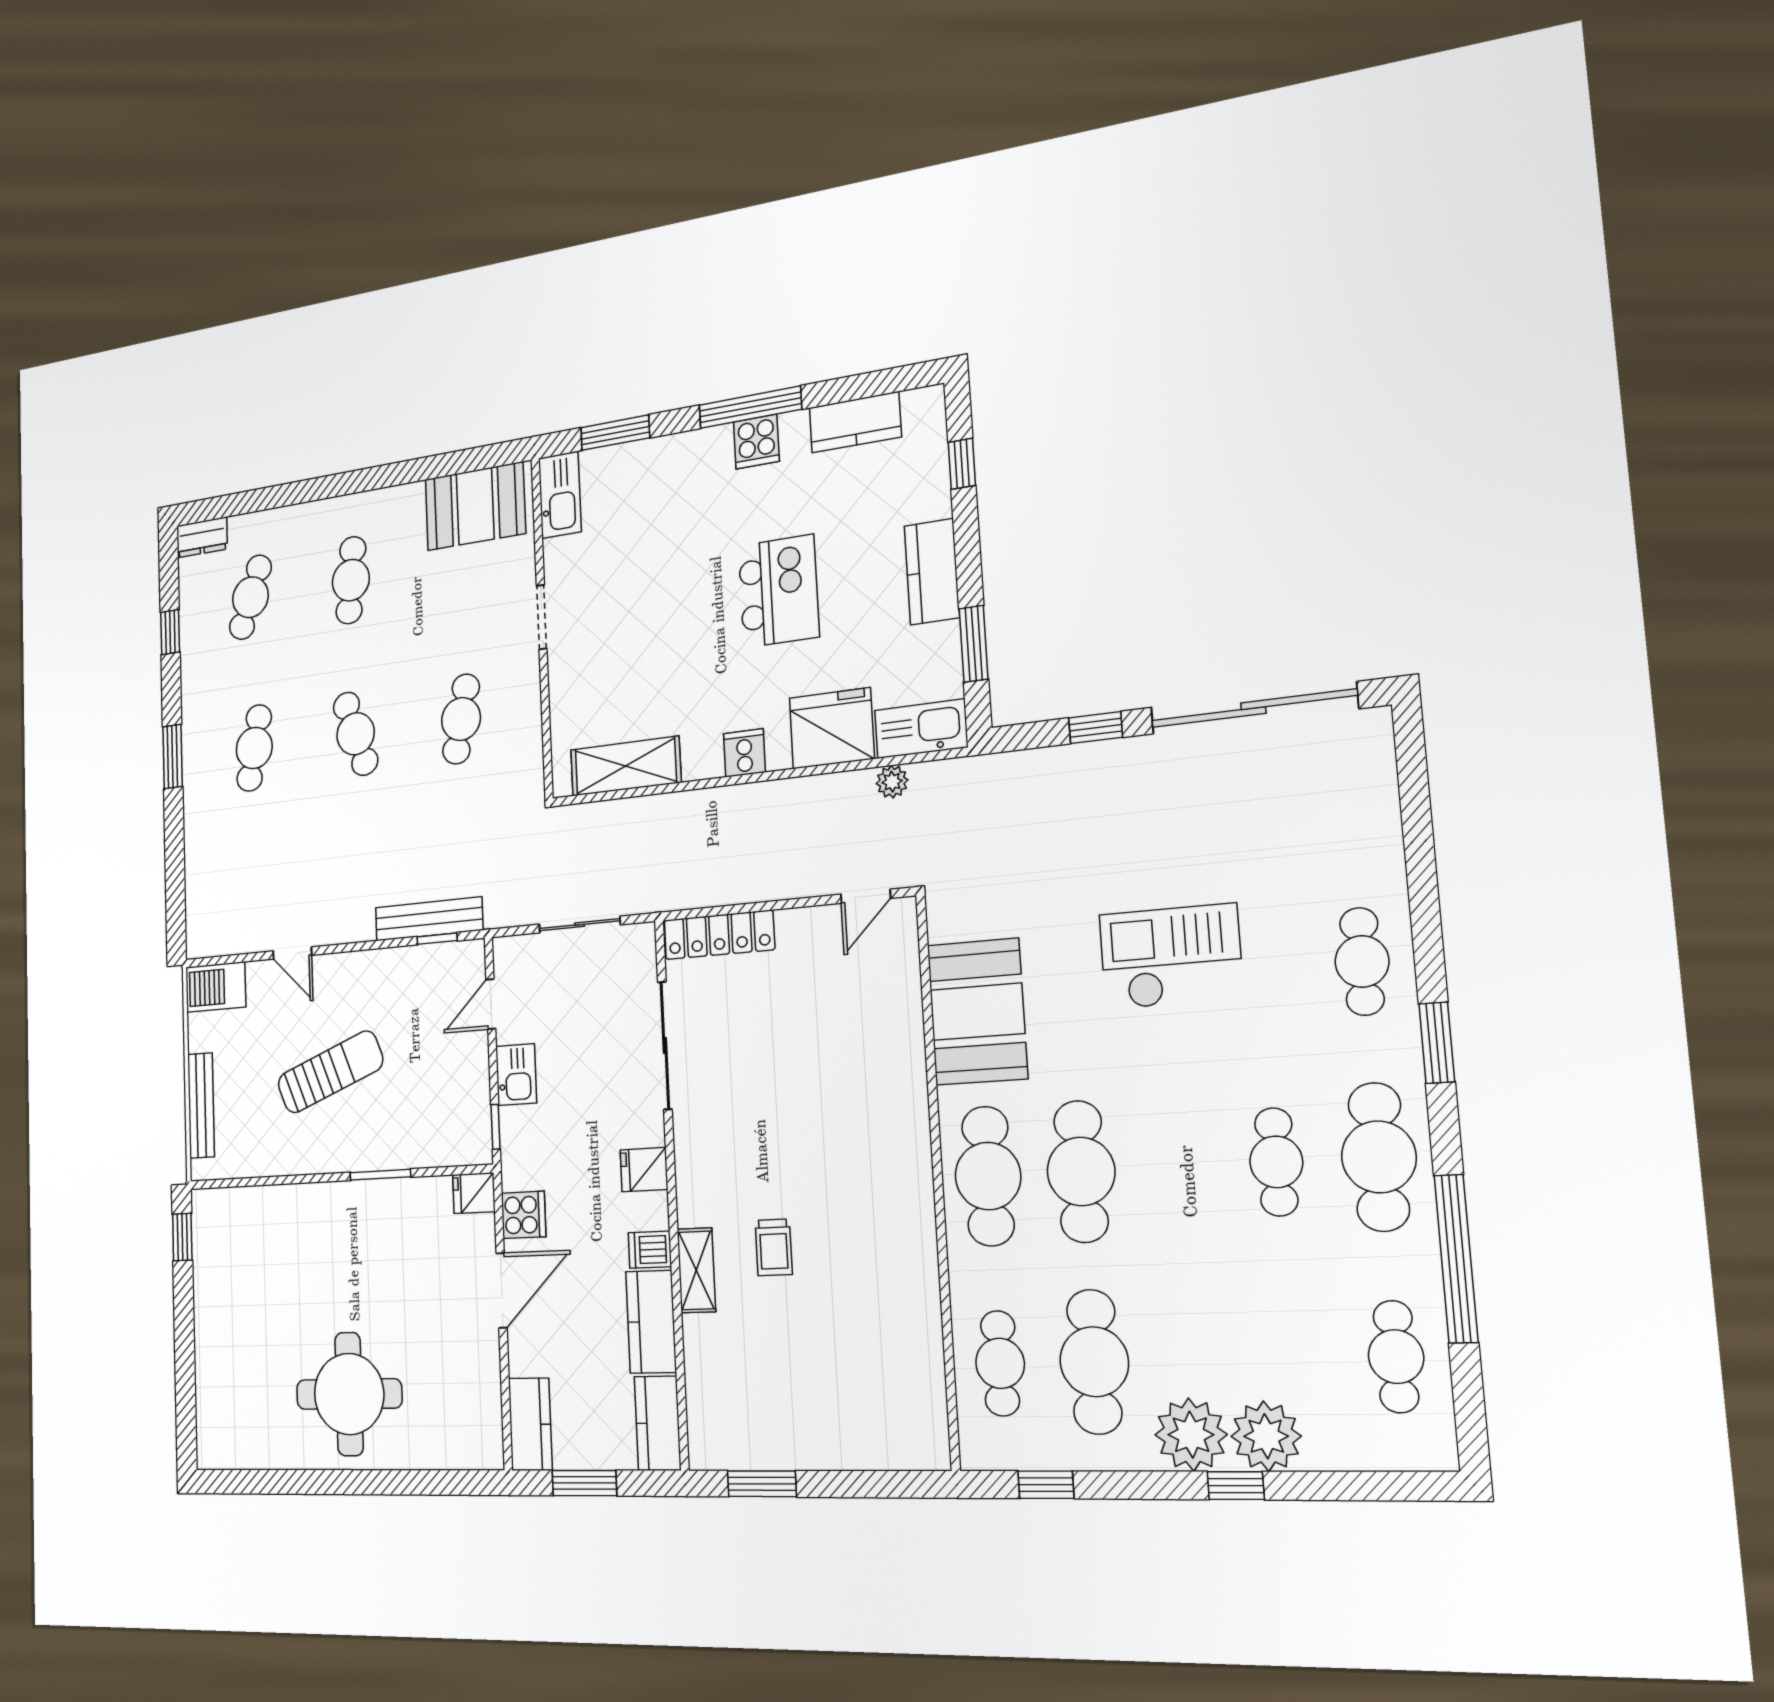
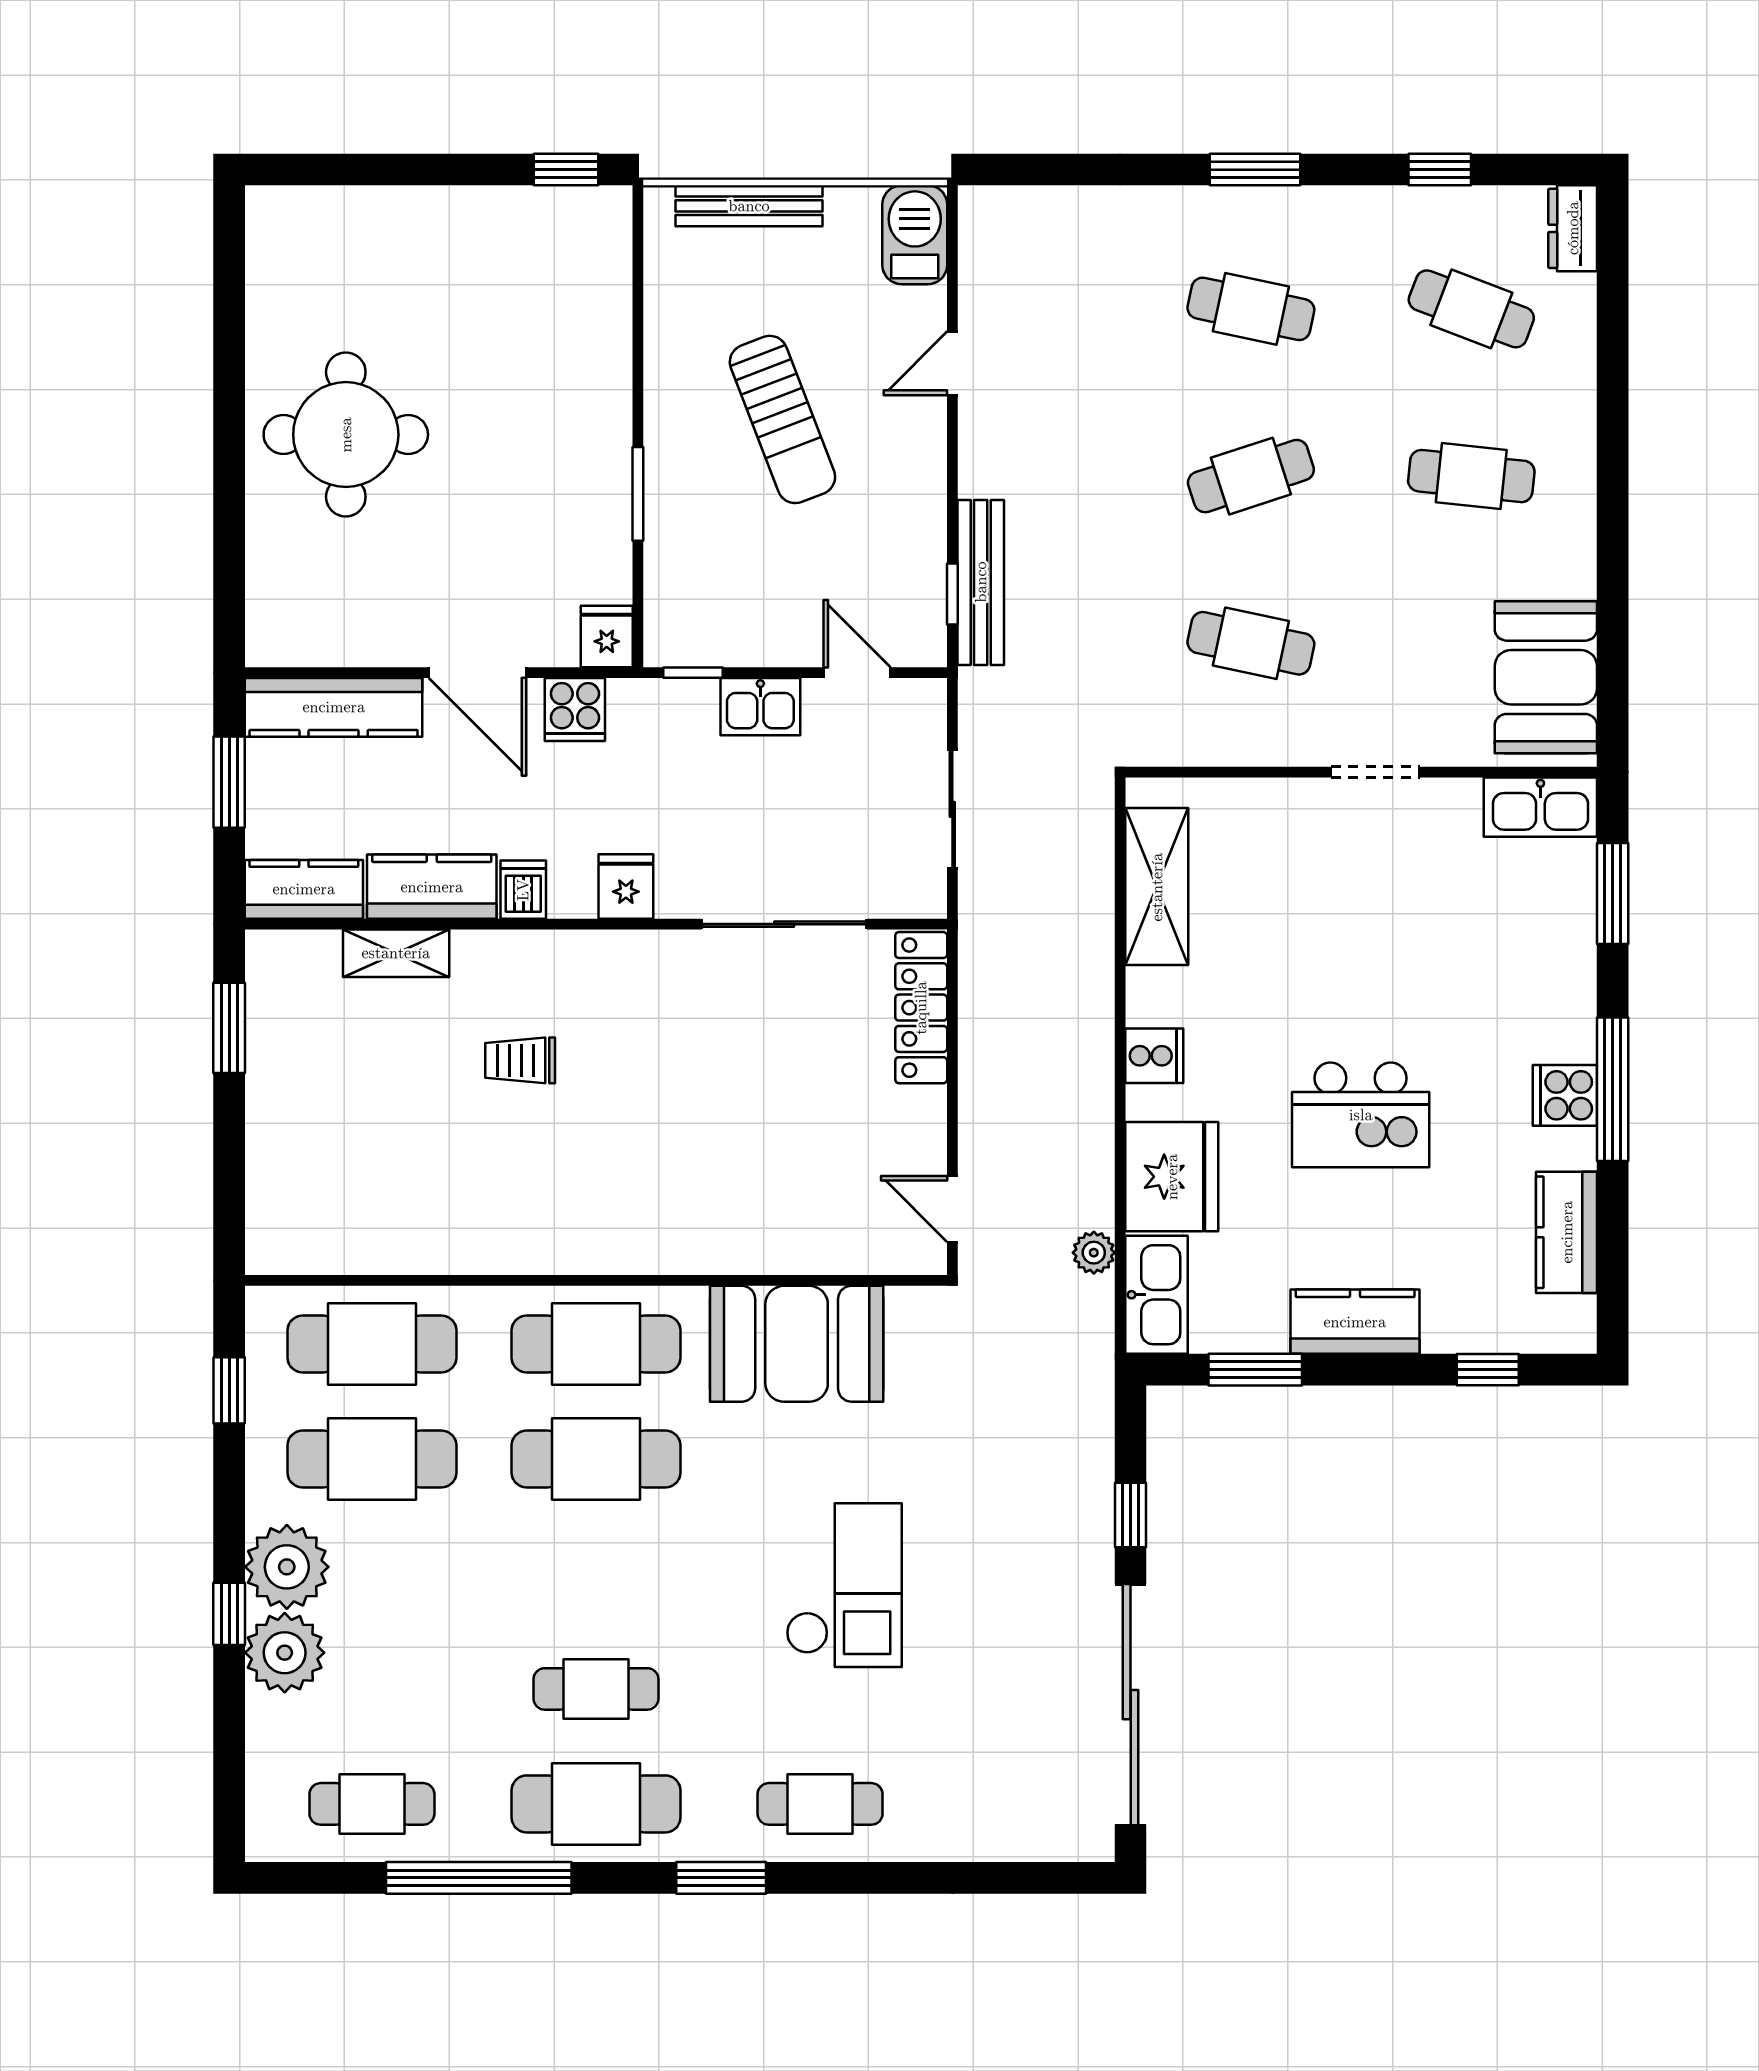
shelving: (696, 1270) -> (396, 953), moved
cafe table: (1000, 1363) -> (372, 1344), width x1.37, depth x1.35
kitchen counter: (530, 1424) -> (334, 707), width x1.50

